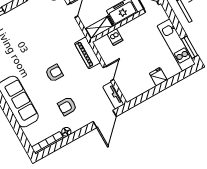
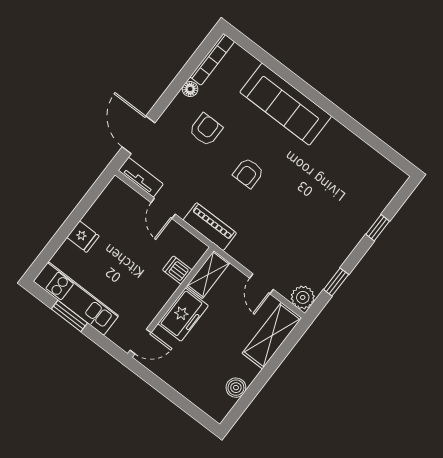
window: (190, 47) -> (69, 316), moved

